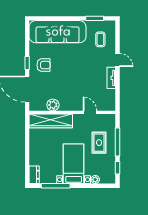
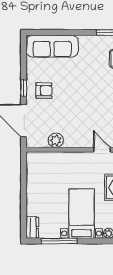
sofa: (58, 32) -> (52, 46), width x0.74, depth x0.79
wardrobe: (51, 121) -> (53, 160), removed

